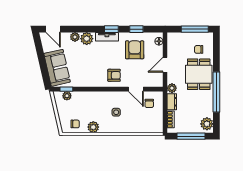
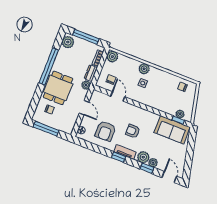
window: (136, 29) -> (147, 168), moved
door: (165, 65) -> (84, 108), hinge flipped
sofa: (57, 68) -> (172, 130), moved, turned -77
armchair: (114, 75) -> (133, 131), moved
plant: (93, 127) -> (144, 69), moved
plant: (157, 127) -> (112, 57), added

